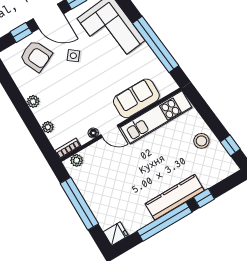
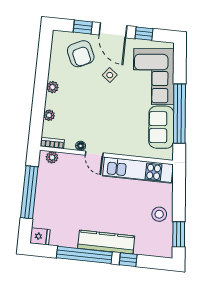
sofa: (136, 98) -> (161, 127), moved, turned -96
window: (230, 146) -> (179, 234), width x1.50

